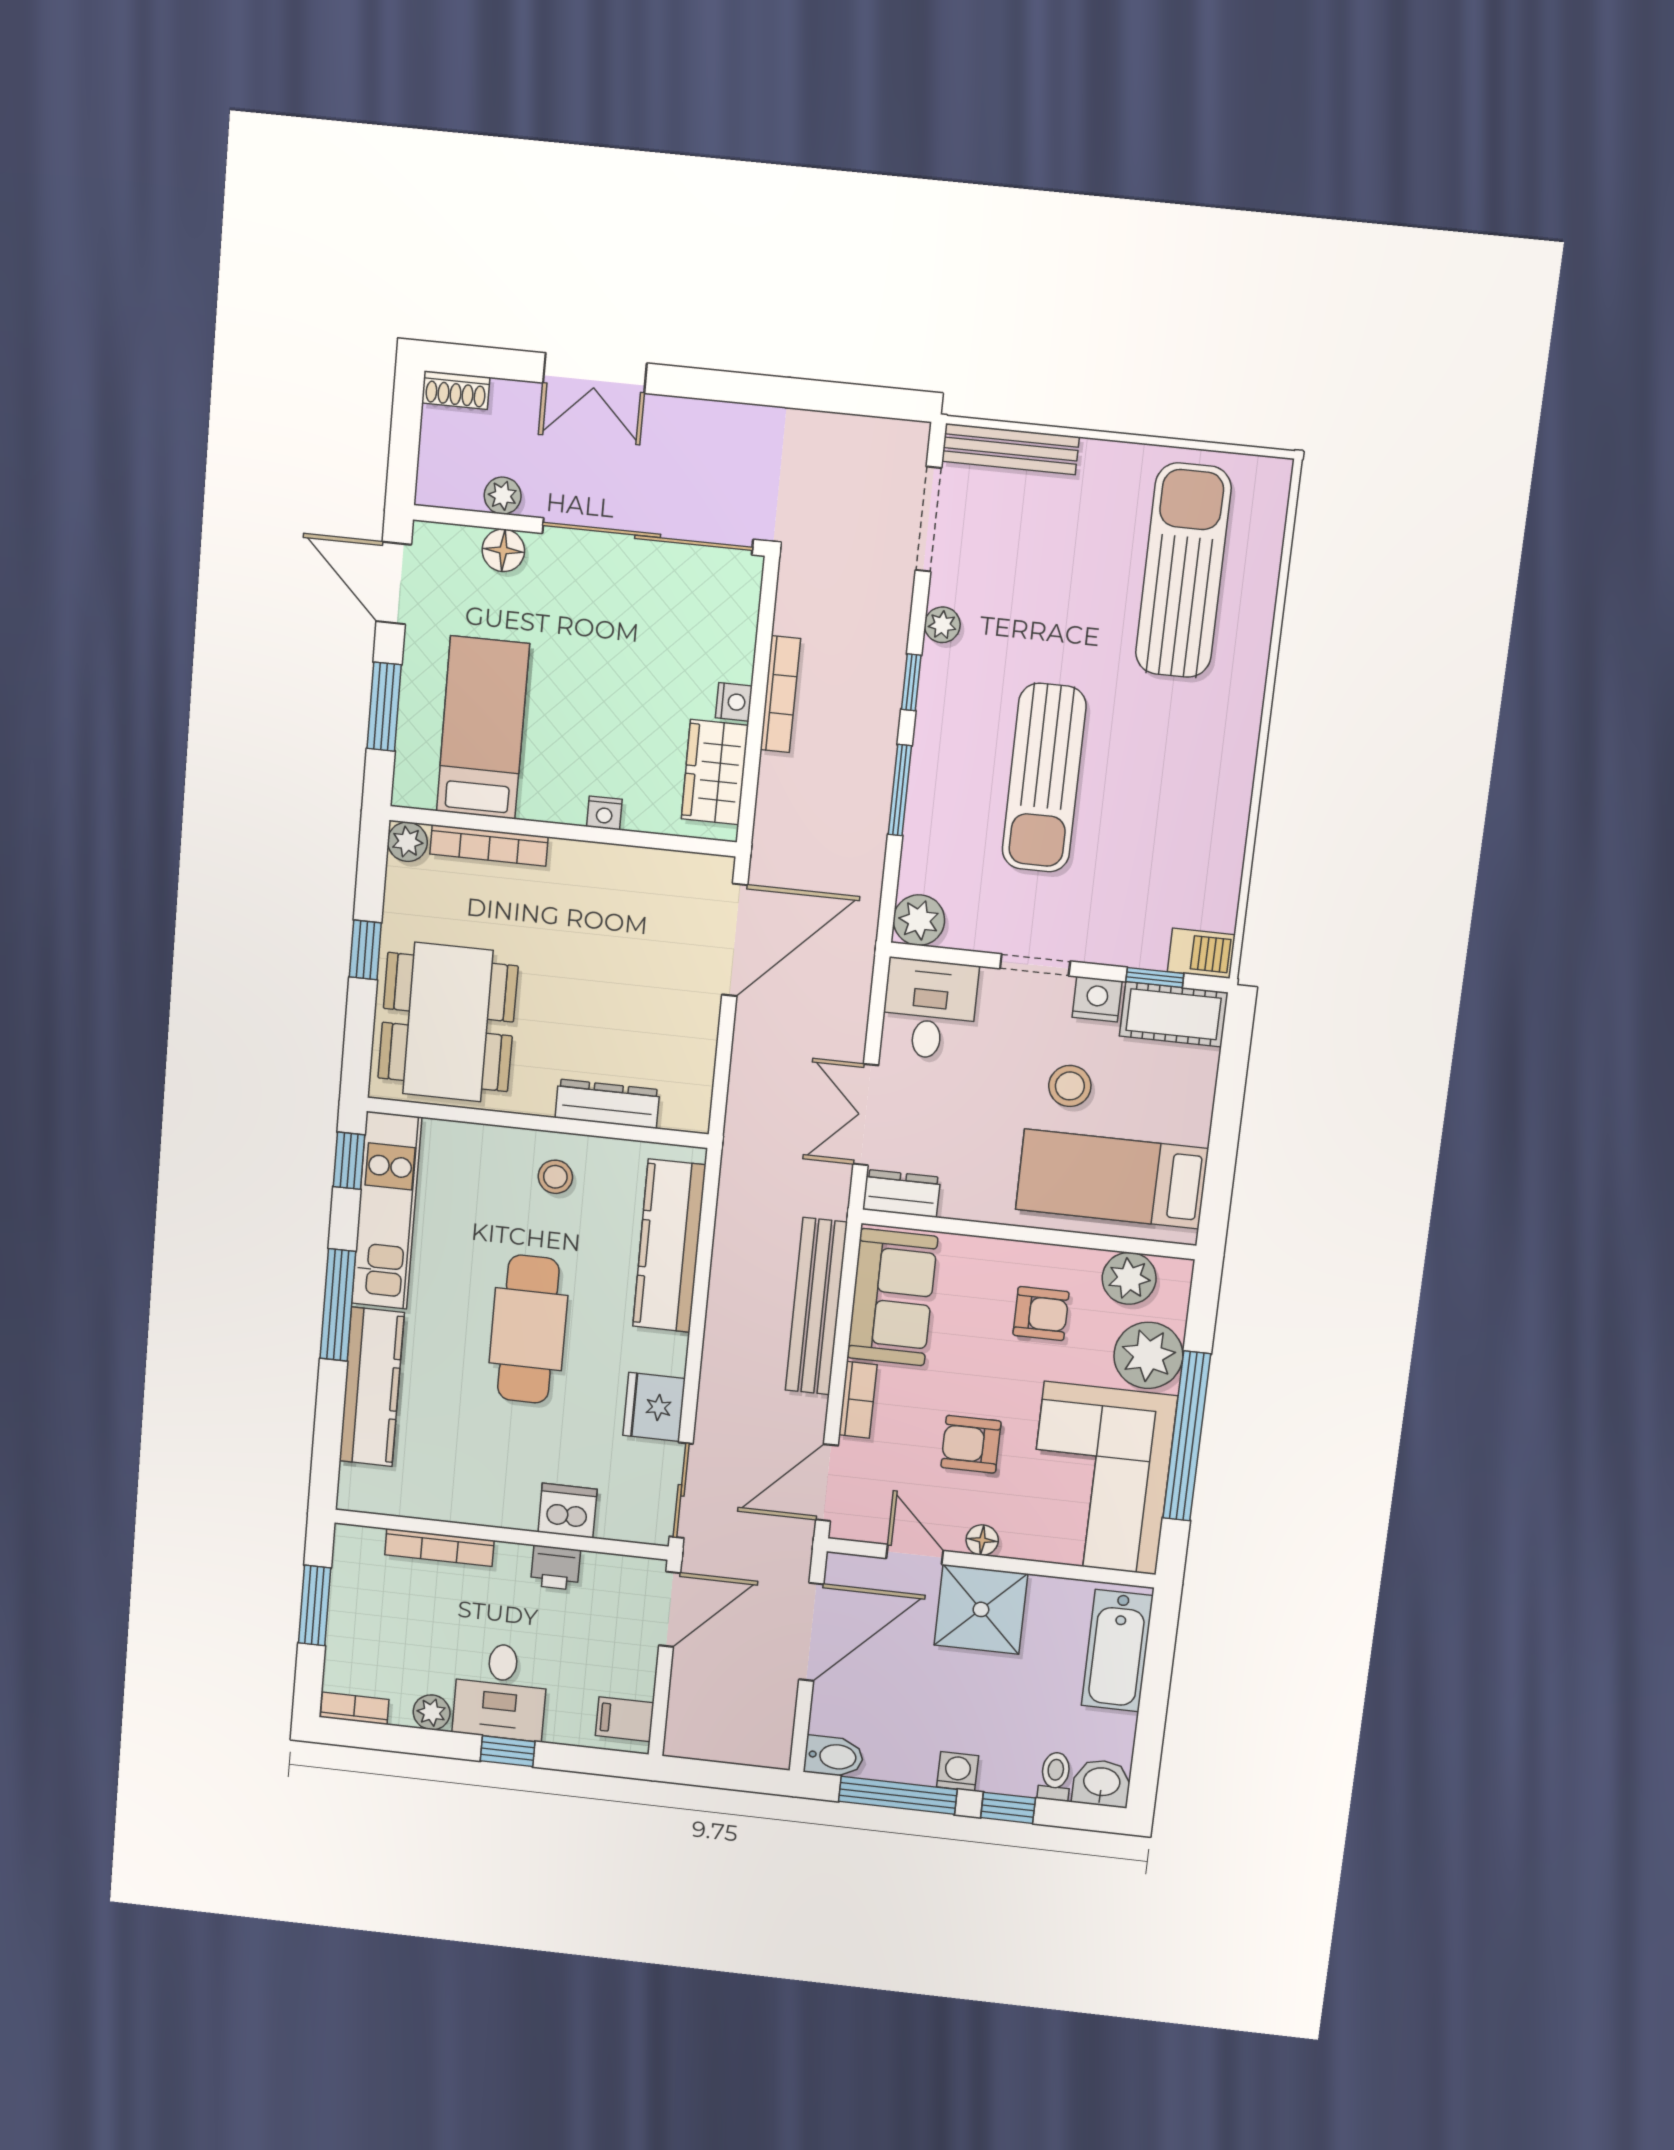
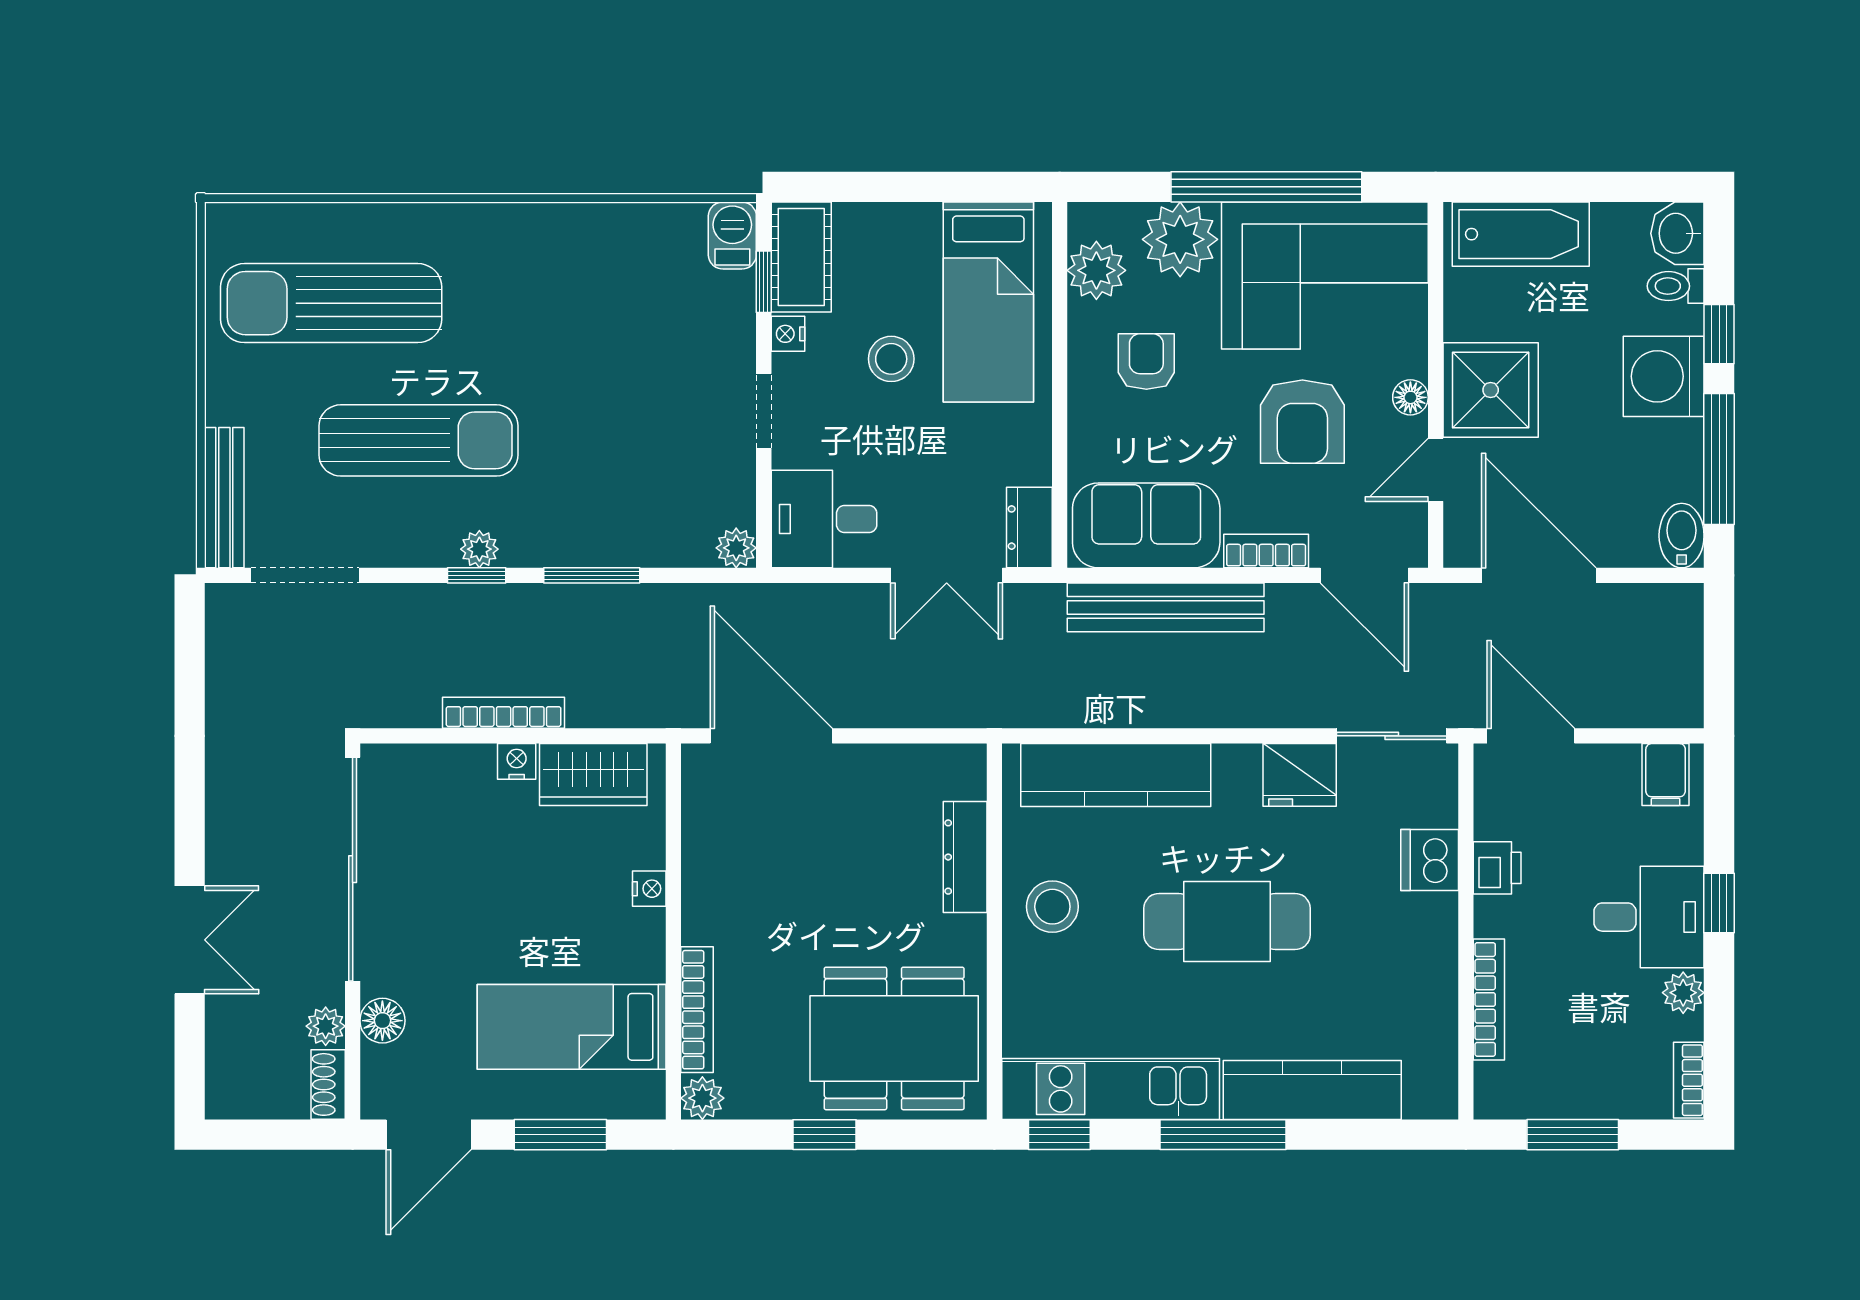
shoe rack: (456, 390) -> (328, 1084), moved, turned 180
plant: (942, 625) -> (479, 549), moved
sun lounger: (1044, 778) -> (419, 440), moved
plant: (919, 920) -> (736, 548), width x0.73, depth x0.73
nightstand: (1097, 999) -> (788, 334), width x0.72, depth x0.74
stool: (555, 1177) -> (1052, 907), width x1.37, depth x1.37
armchair: (971, 1444) -> (1302, 422), width x1.38, depth x1.38
washing machine: (958, 1771) -> (1664, 376), width x1.89, depth x1.89

